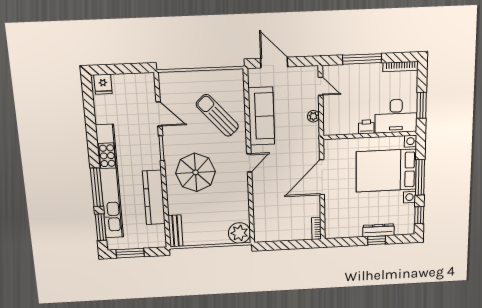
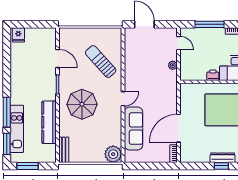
sofa: (261, 116) -> (134, 129), moved
door: (322, 177) -> (178, 128), moved
kitchen unit: (110, 182) -> (17, 129), width x0.54

